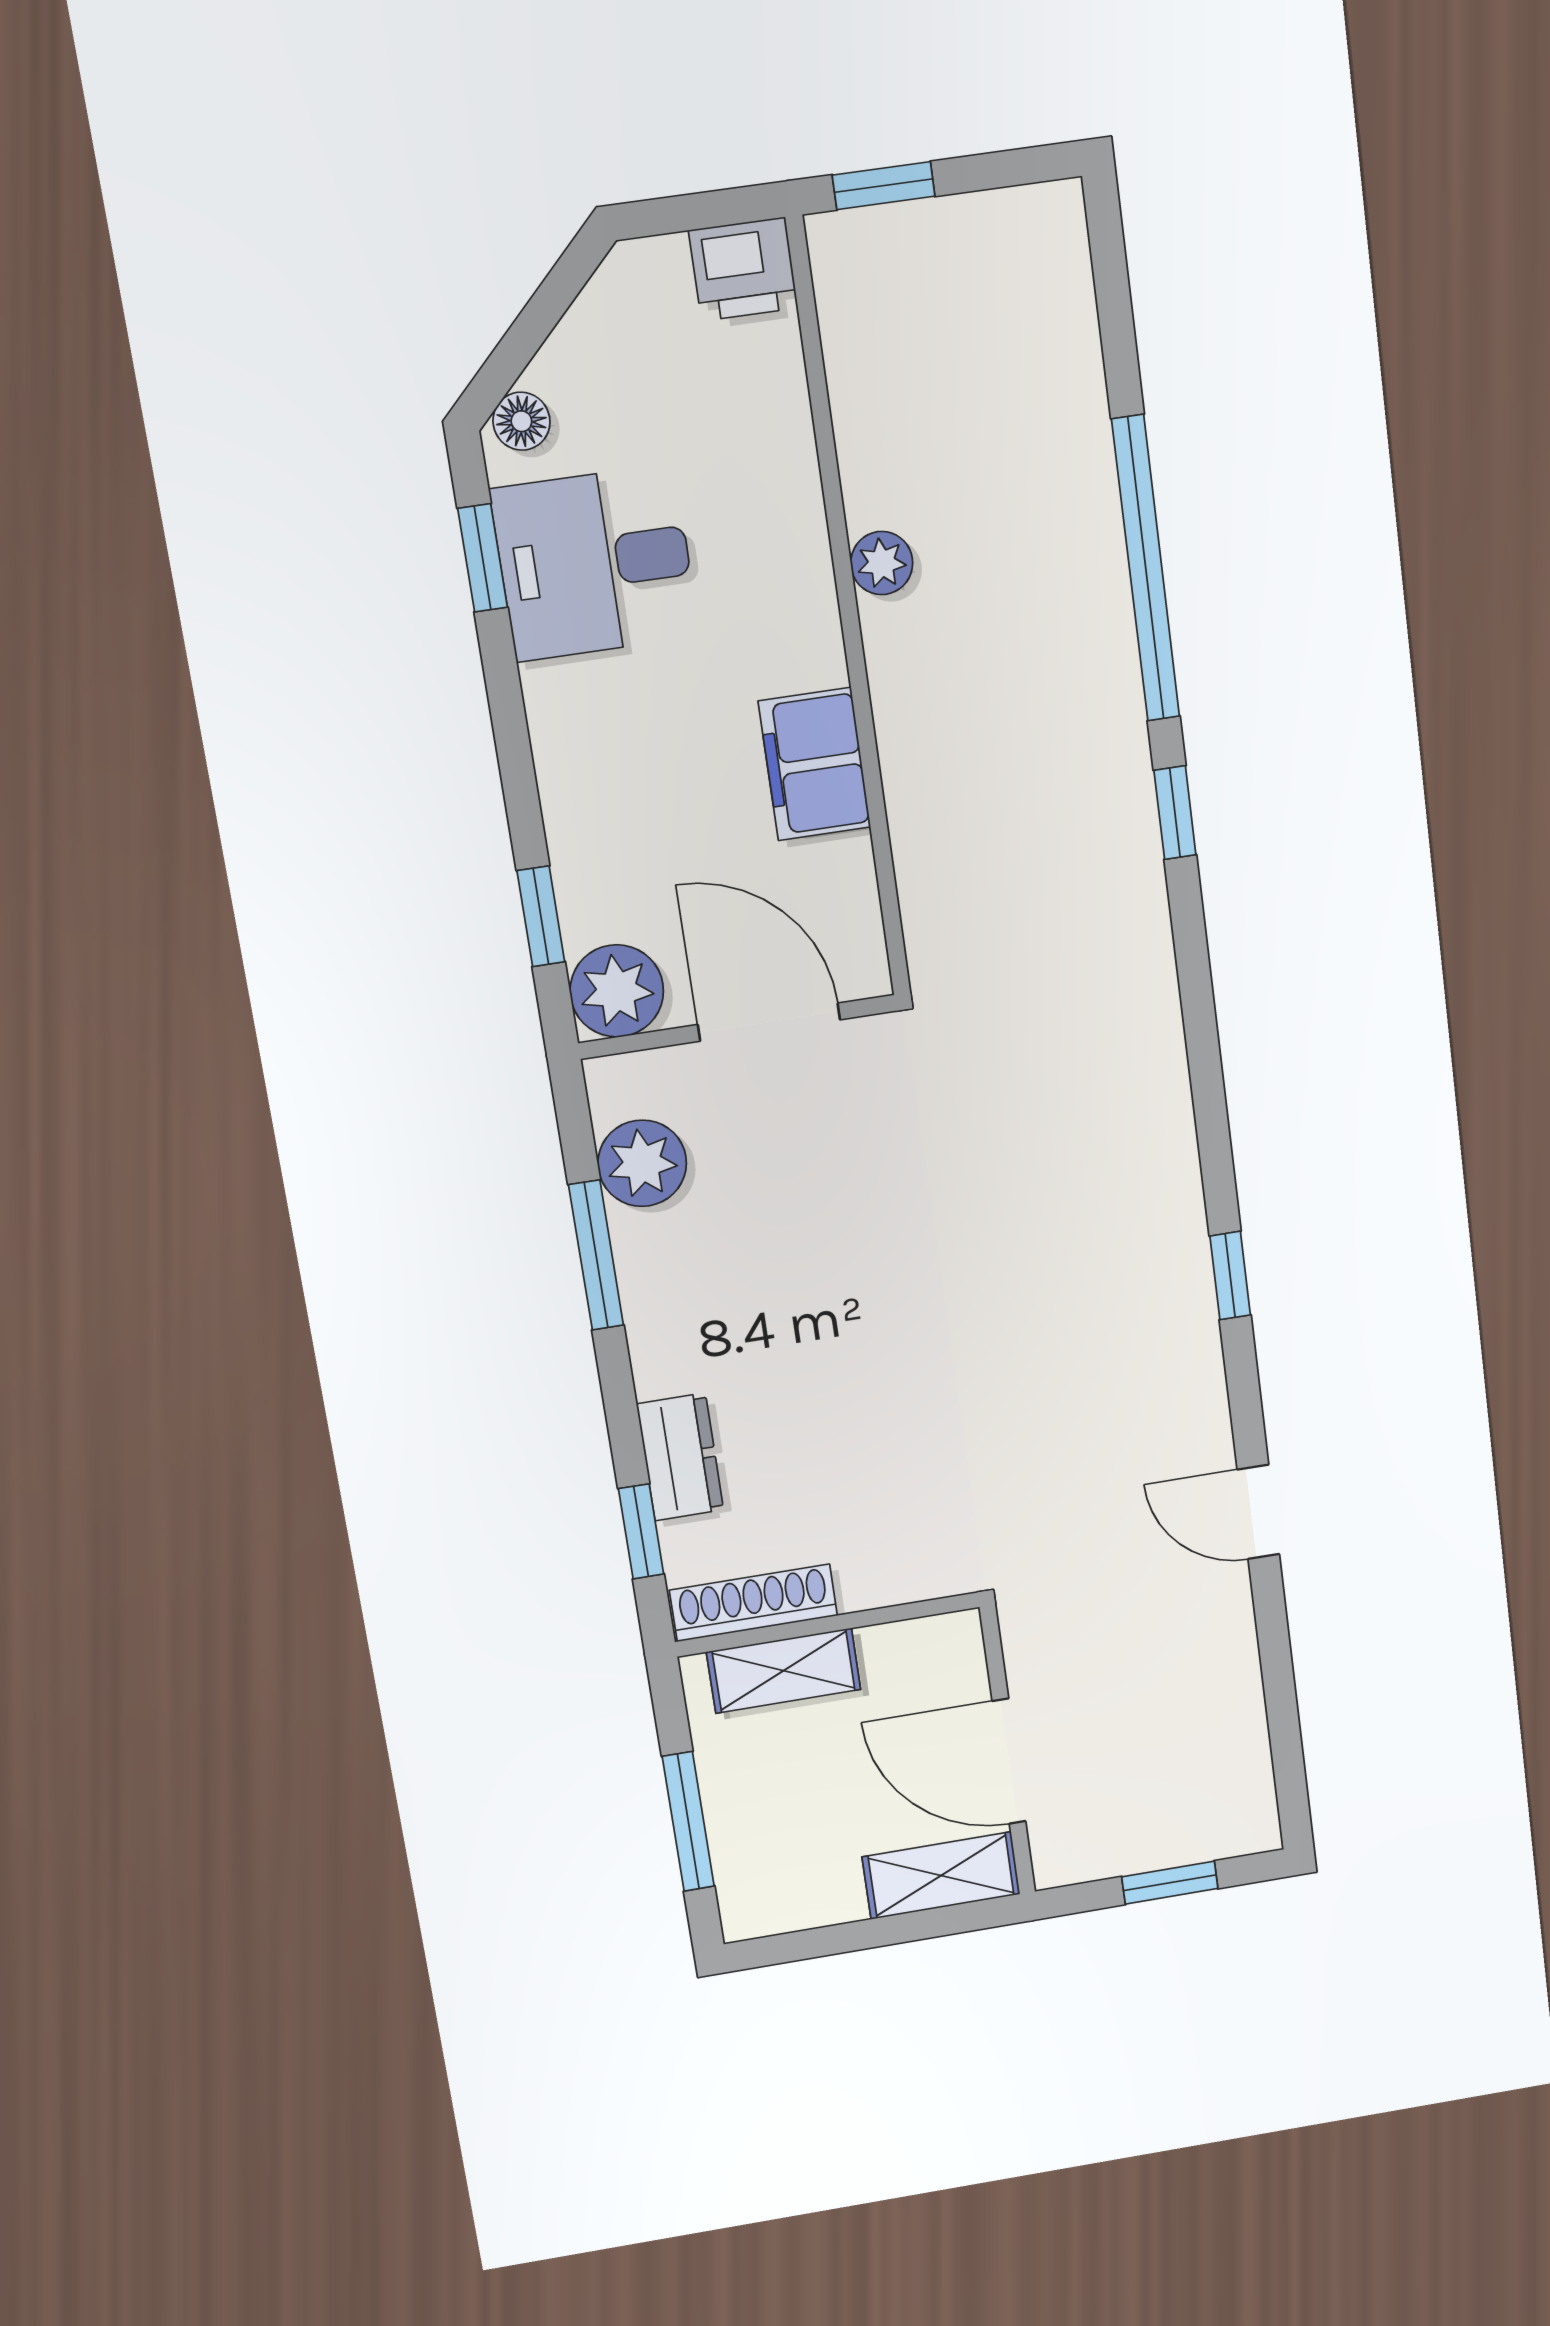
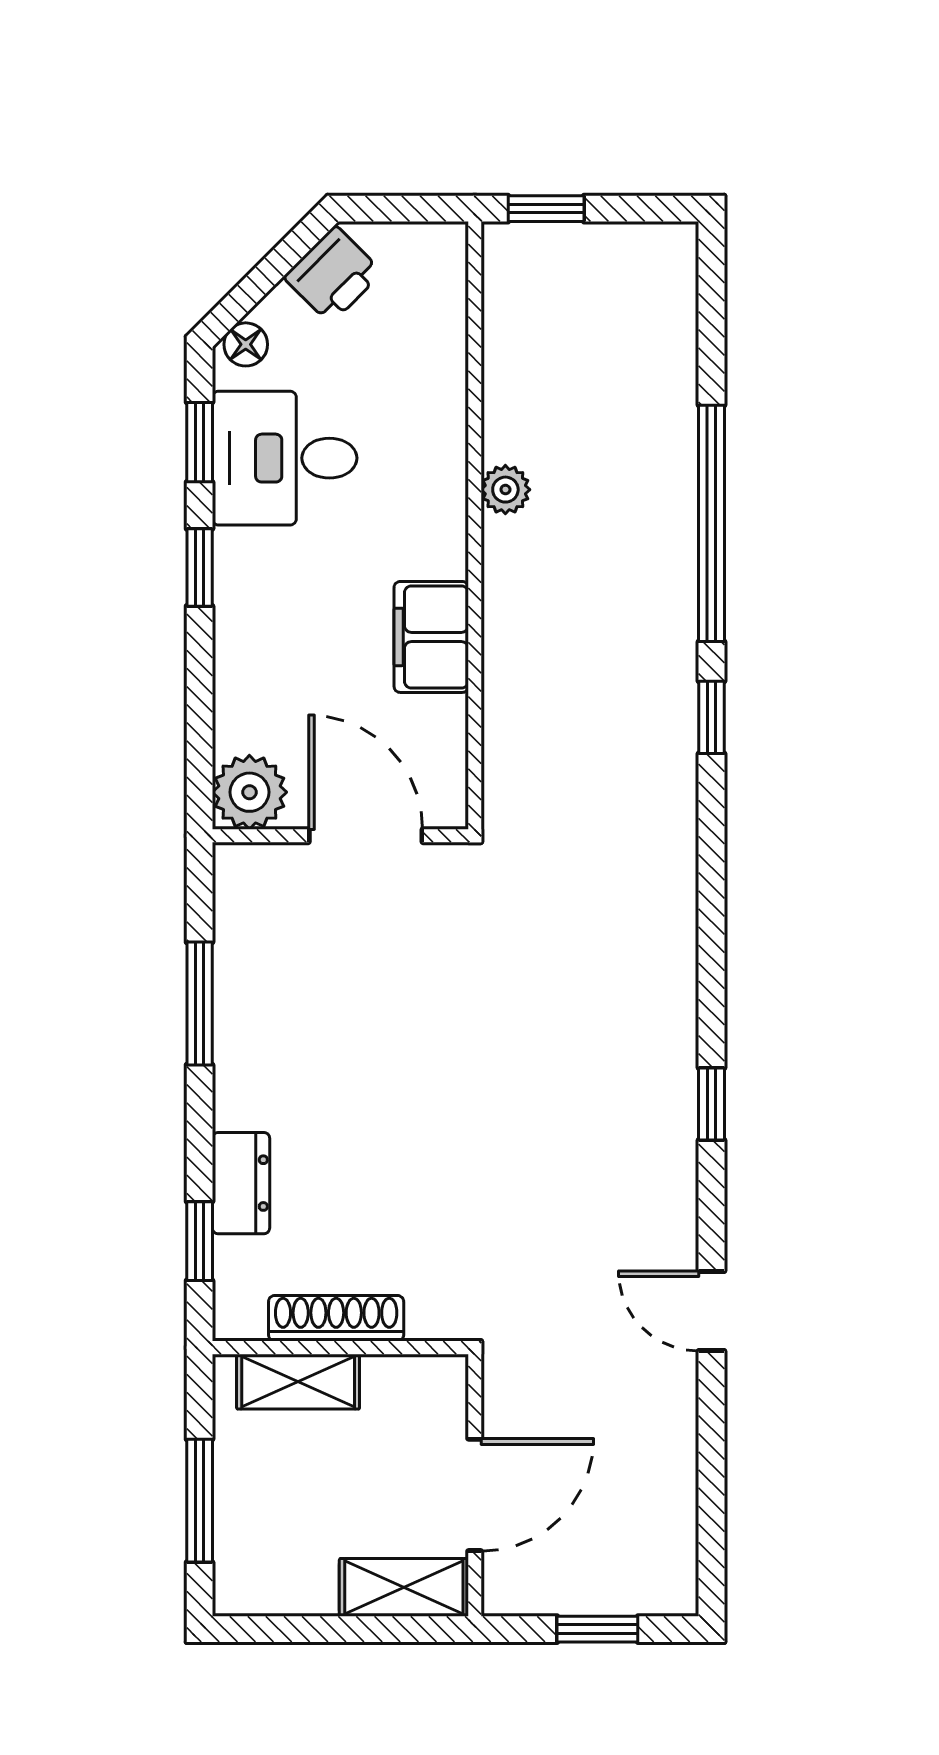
printer: (743, 269) -> (333, 275), moved, turned -45
window: (541, 916) -> (200, 567), moved
plant: (642, 1163) -> (248, 934), removed
shoe rack: (753, 1603) -> (336, 1318), moved
door: (1009, 1761) -> (475, 1495), swing flipped

